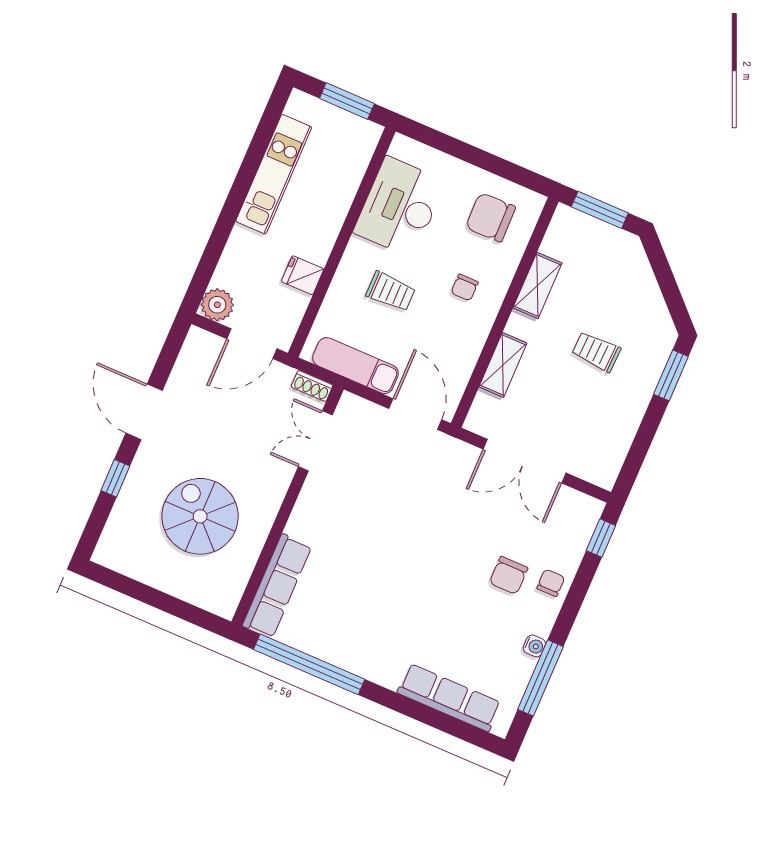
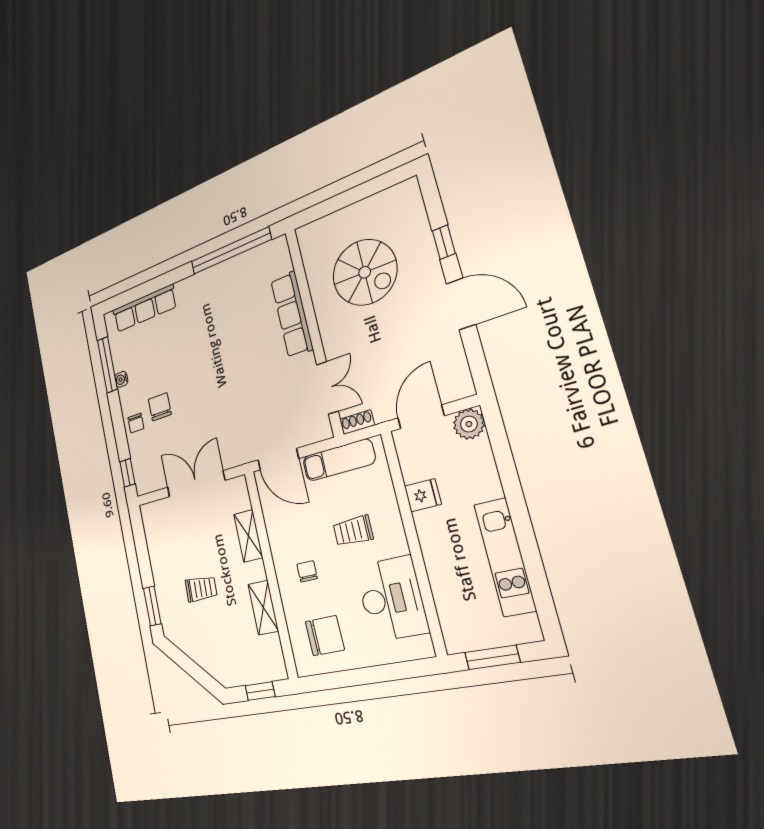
window: (600, 210) -> (260, 691), width x0.67
row of seats: (277, 586) -> (292, 314), moved

